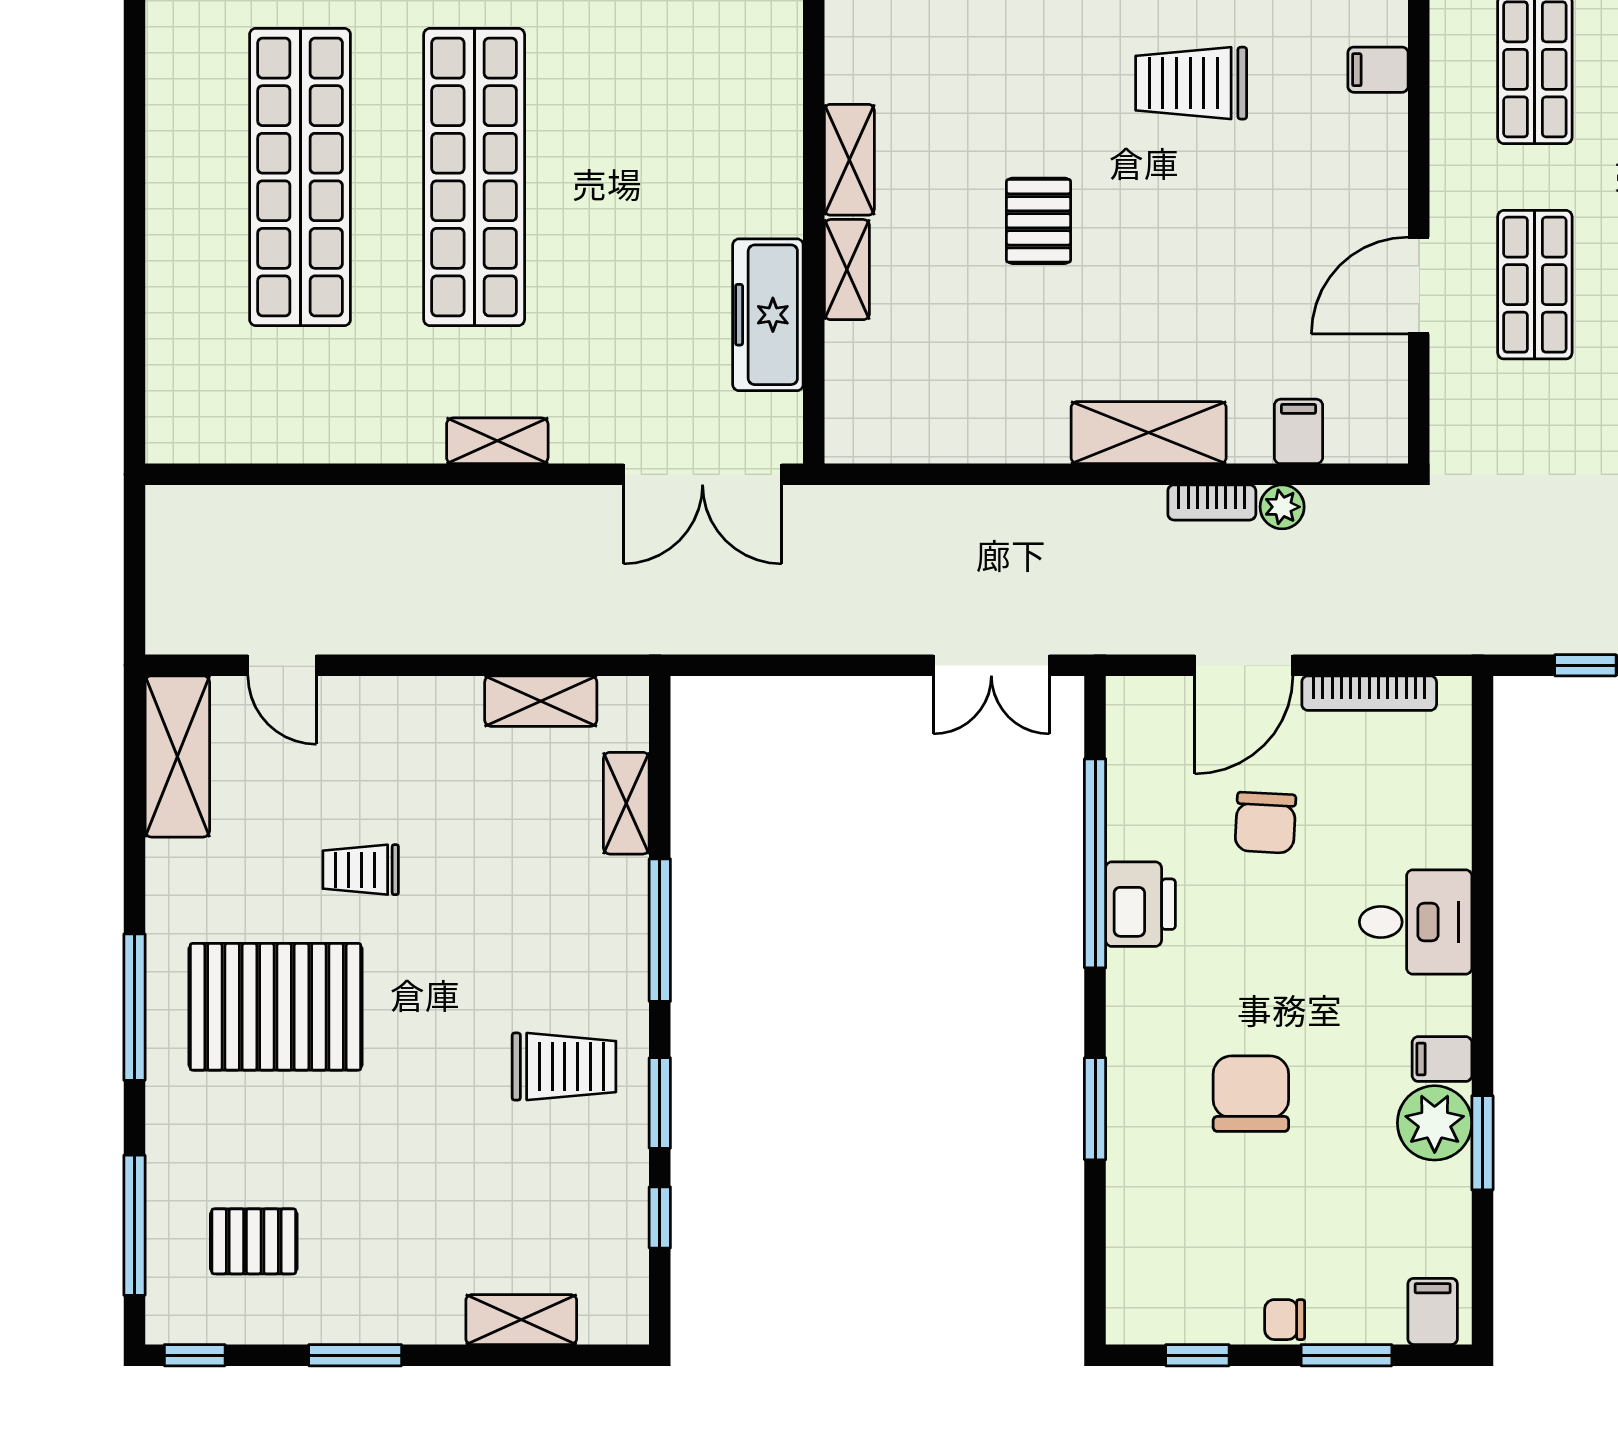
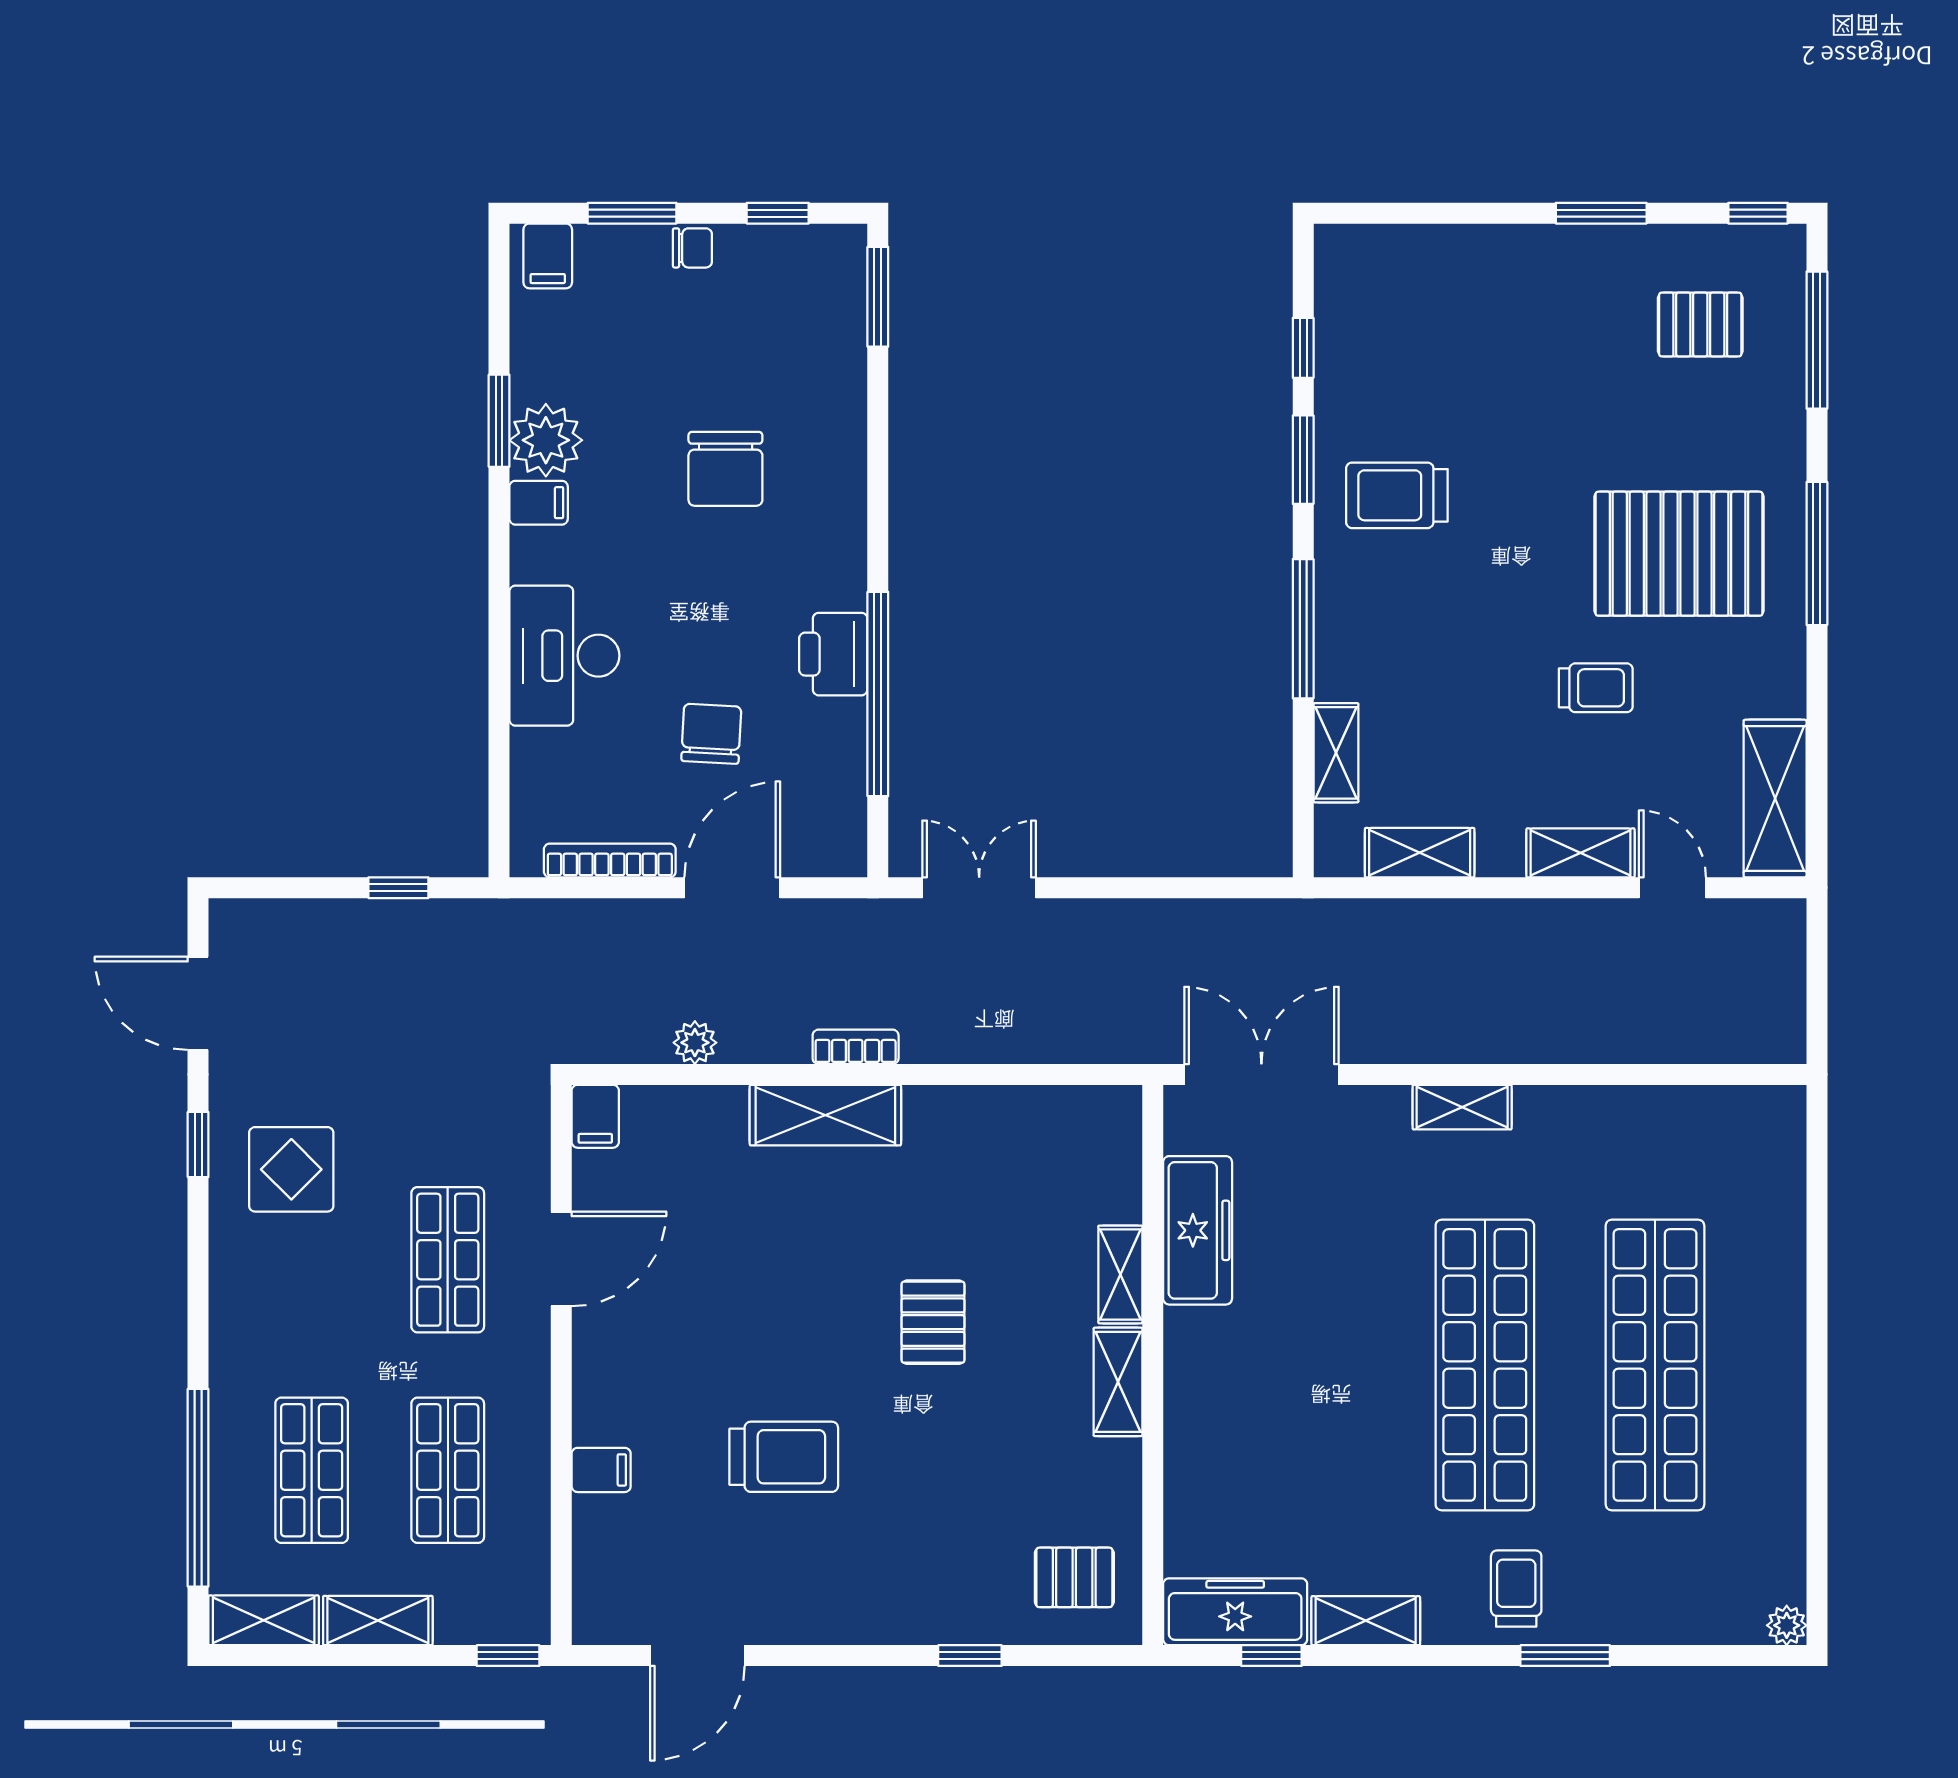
filing cabinet: (1298, 431) -> (595, 1116), moved
bookcase: (1212, 502) -> (856, 1047), moved
desk: (1416, 922) -> (564, 656), width x1.37
window: (1095, 1109) -> (878, 297), moved
shelving: (521, 1320) -> (1581, 853), moved

